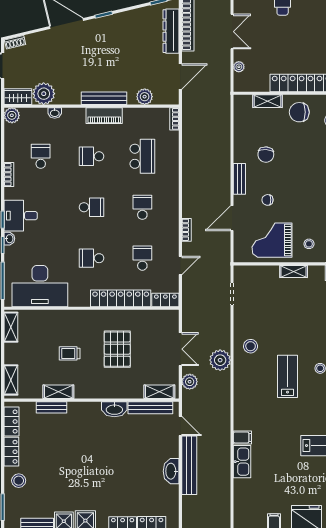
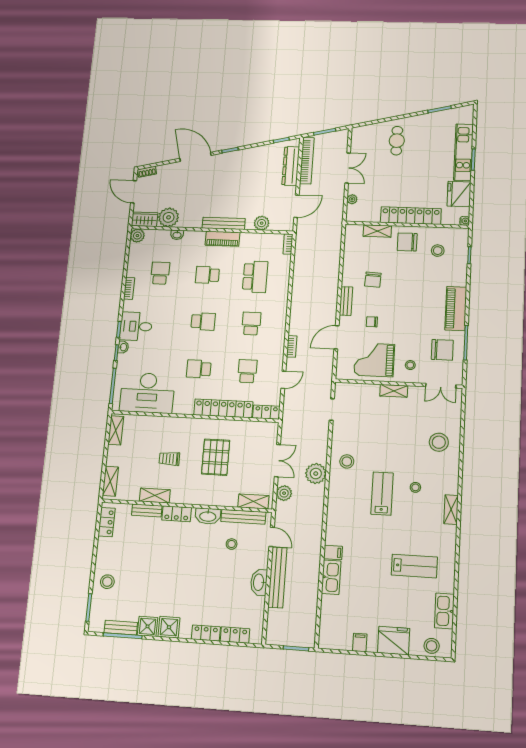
stool: (141, 435) -> (232, 544), added
locker: (11, 452) -> (177, 514), moved, turned 90

